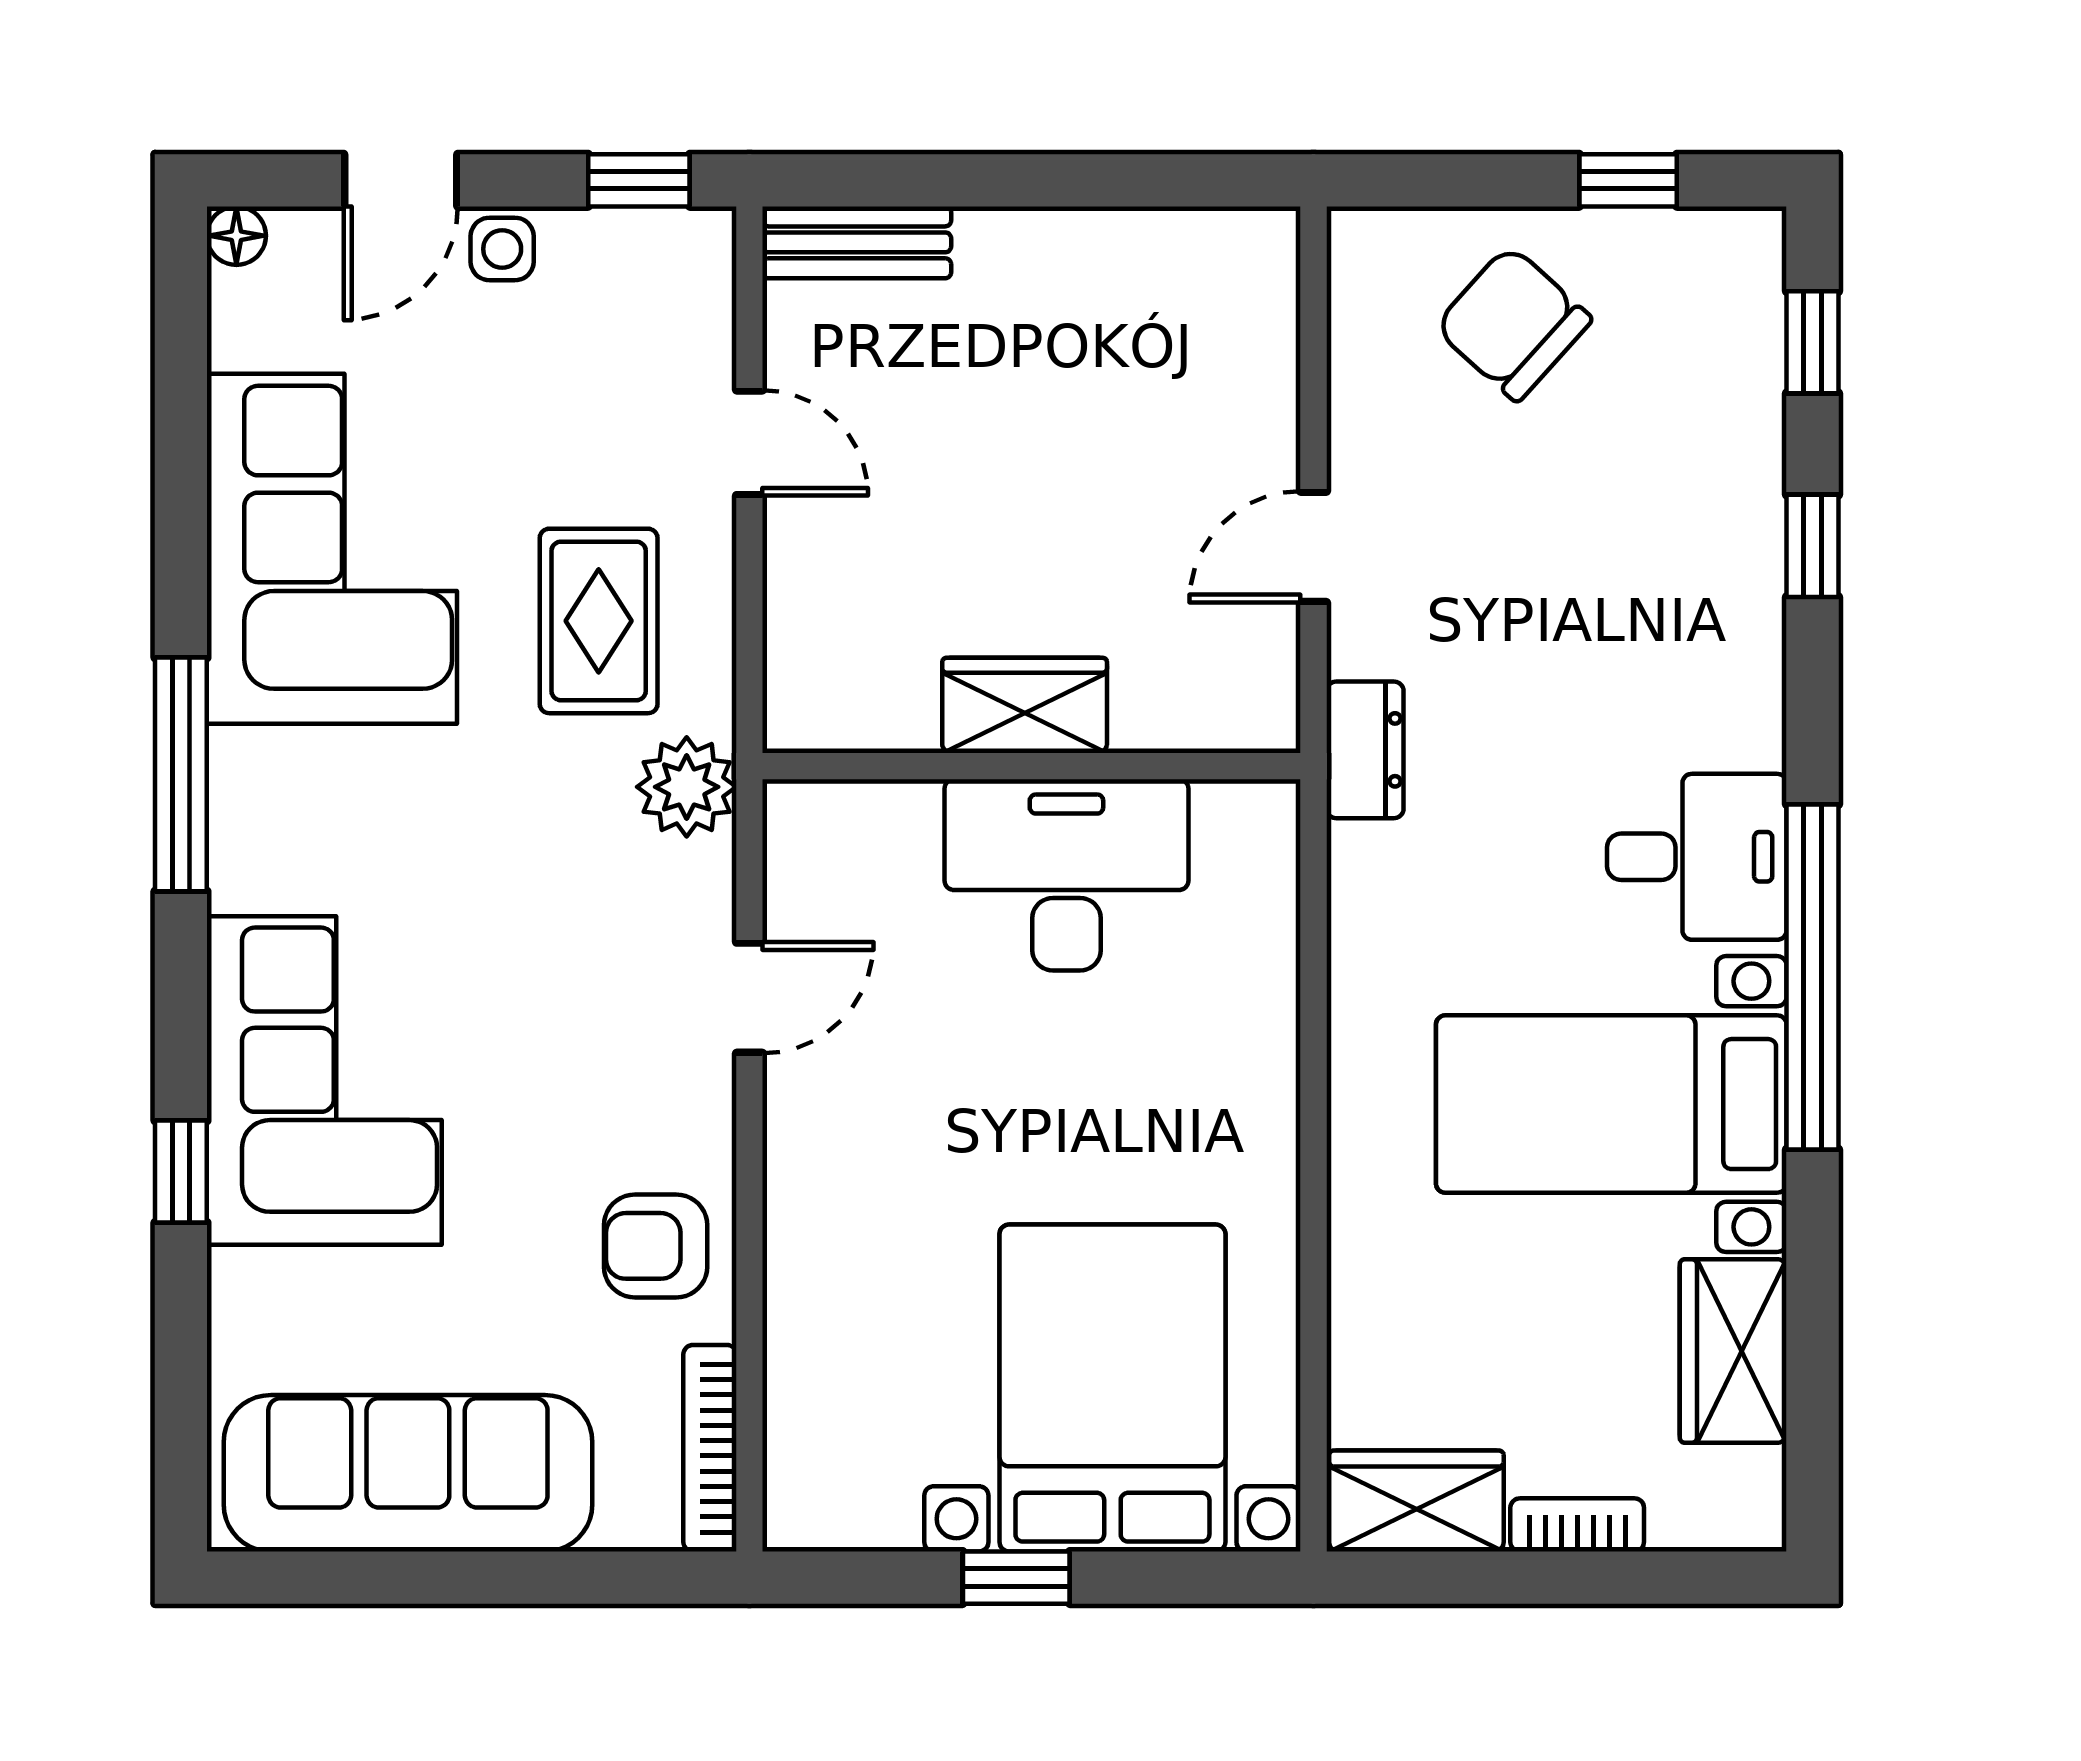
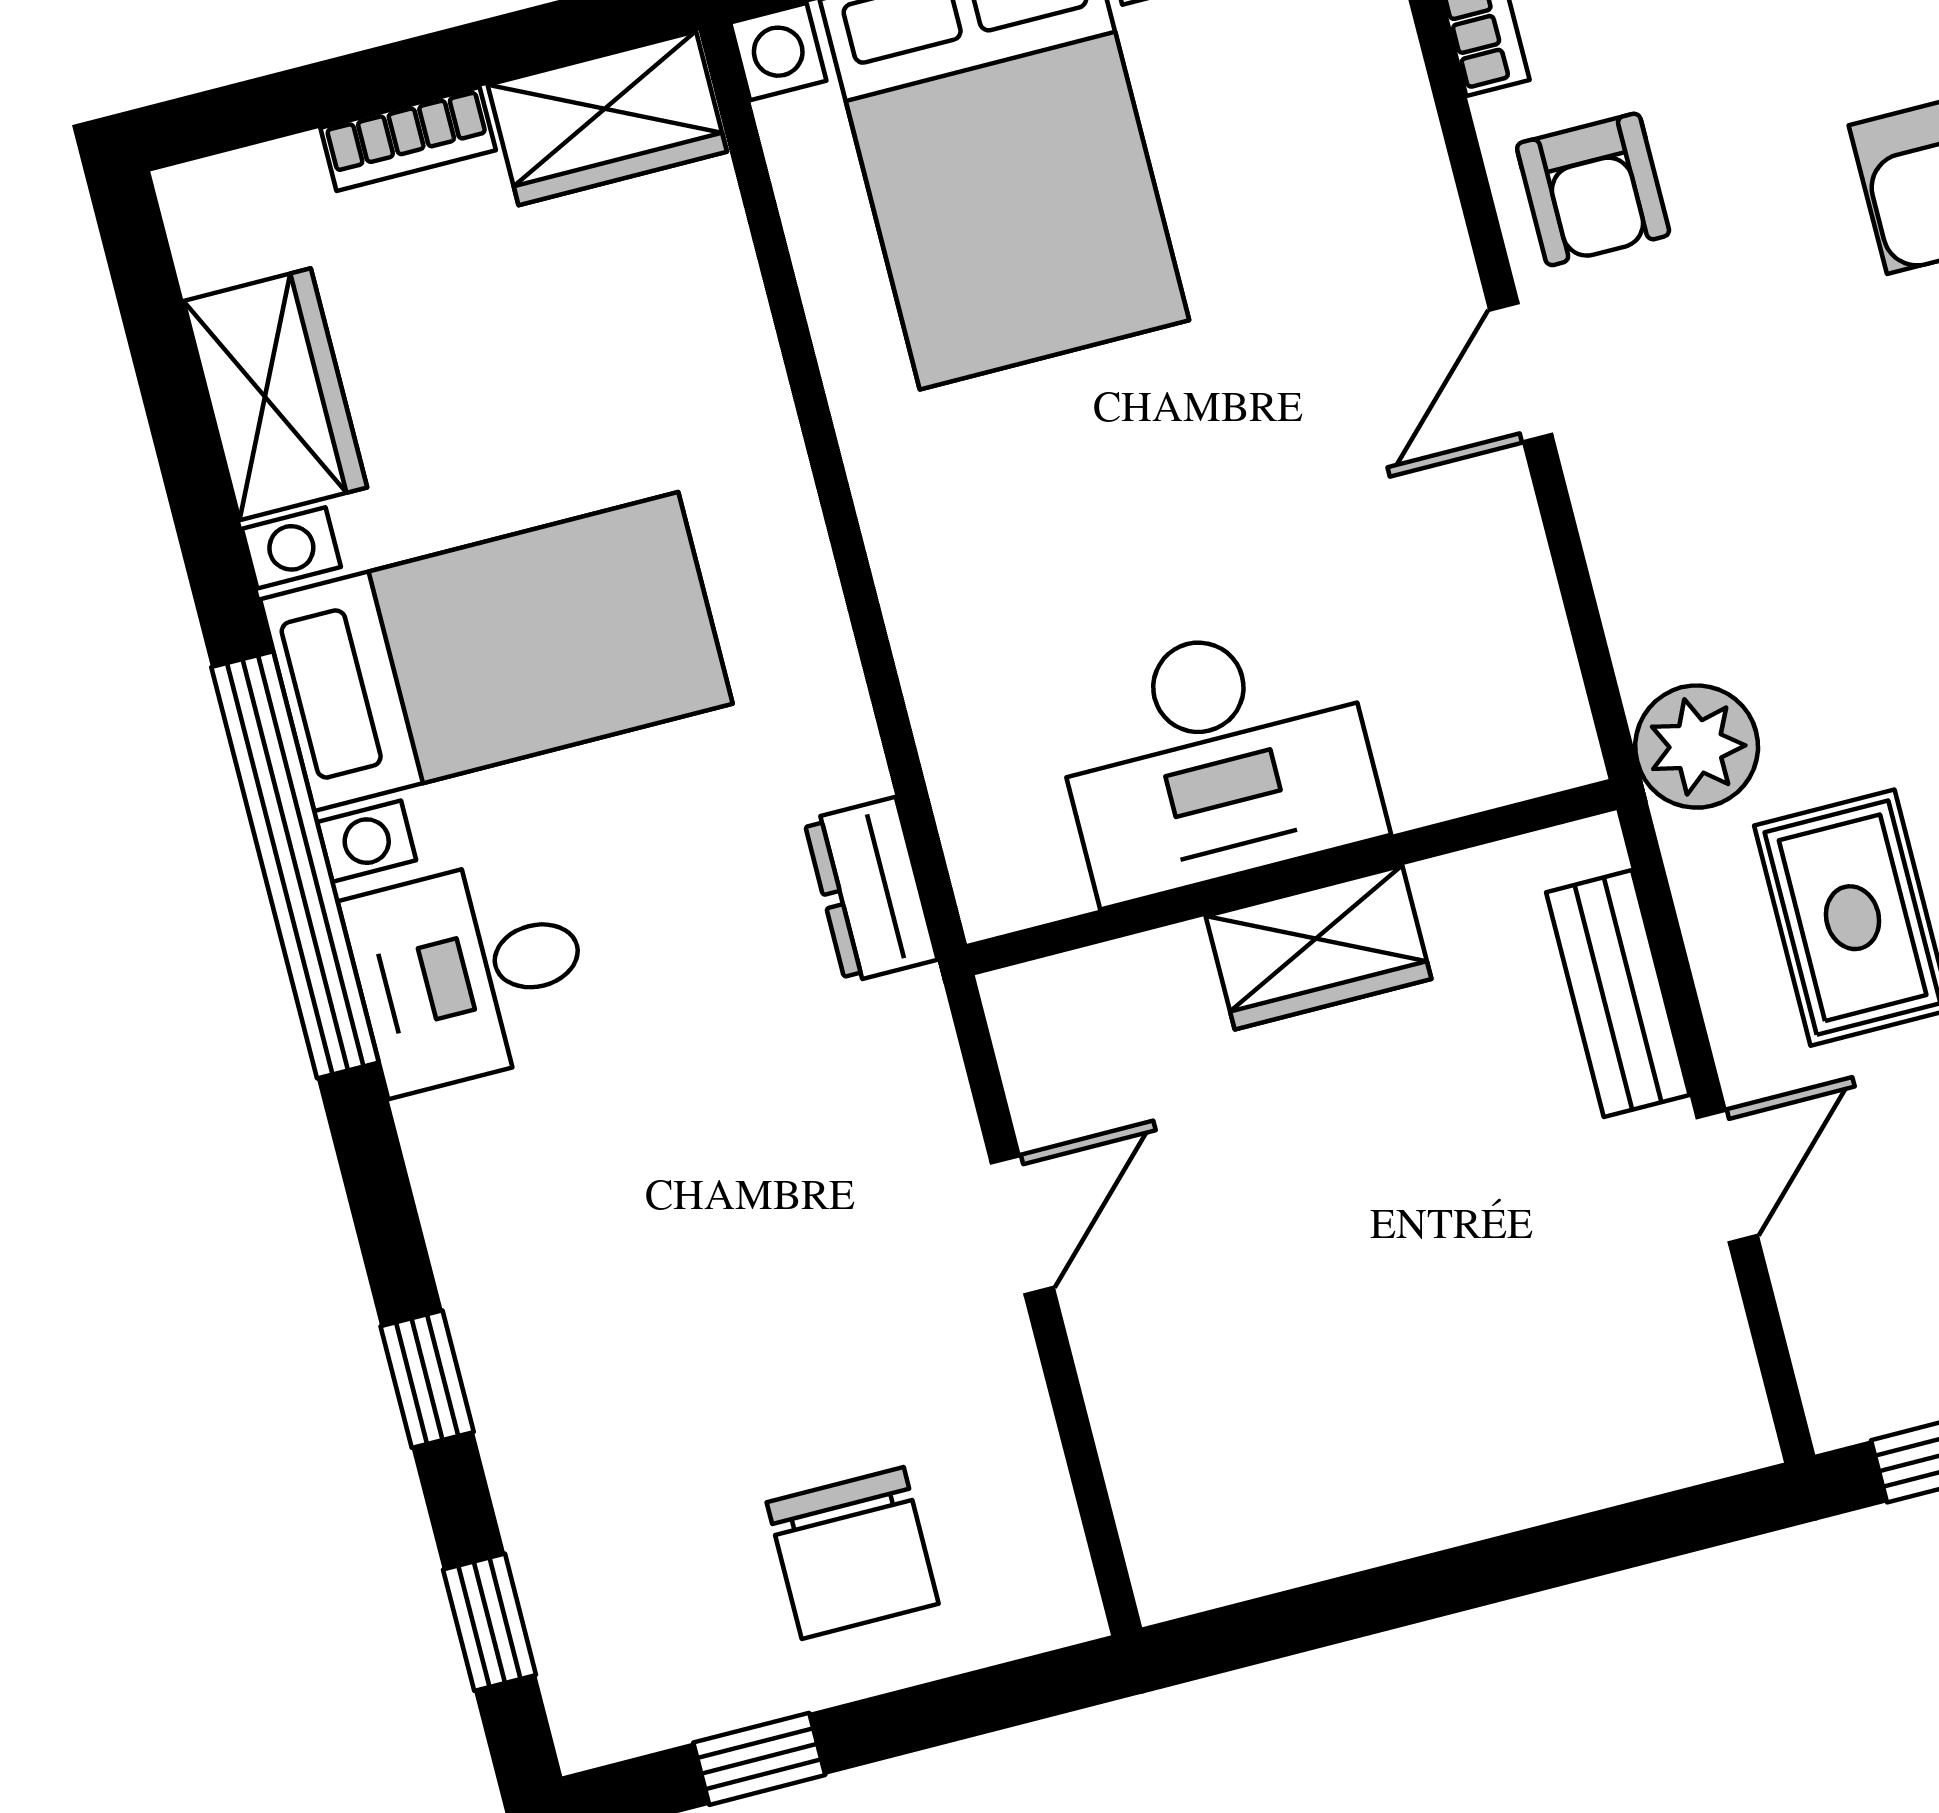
bench: (857, 242) -> (1618, 994), moved, turned 90
chair: (1513, 323) -> (853, 1553), turned 48
door: (749, 443) -> (1727, 1176), swing flipped
dresser: (1365, 750) -> (871, 890), moved
door: (749, 998) -> (1521, 372), moved
armchair: (656, 1246) -> (1593, 189), turned 90

